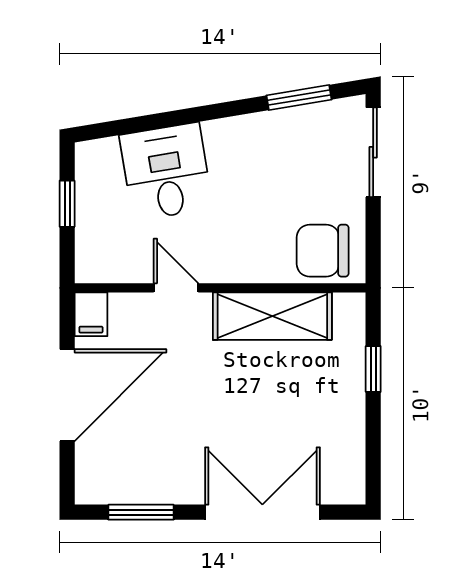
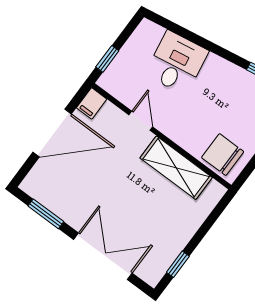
window: (67, 204) -> (107, 59), moved
window: (373, 369) -> (178, 264), moved

